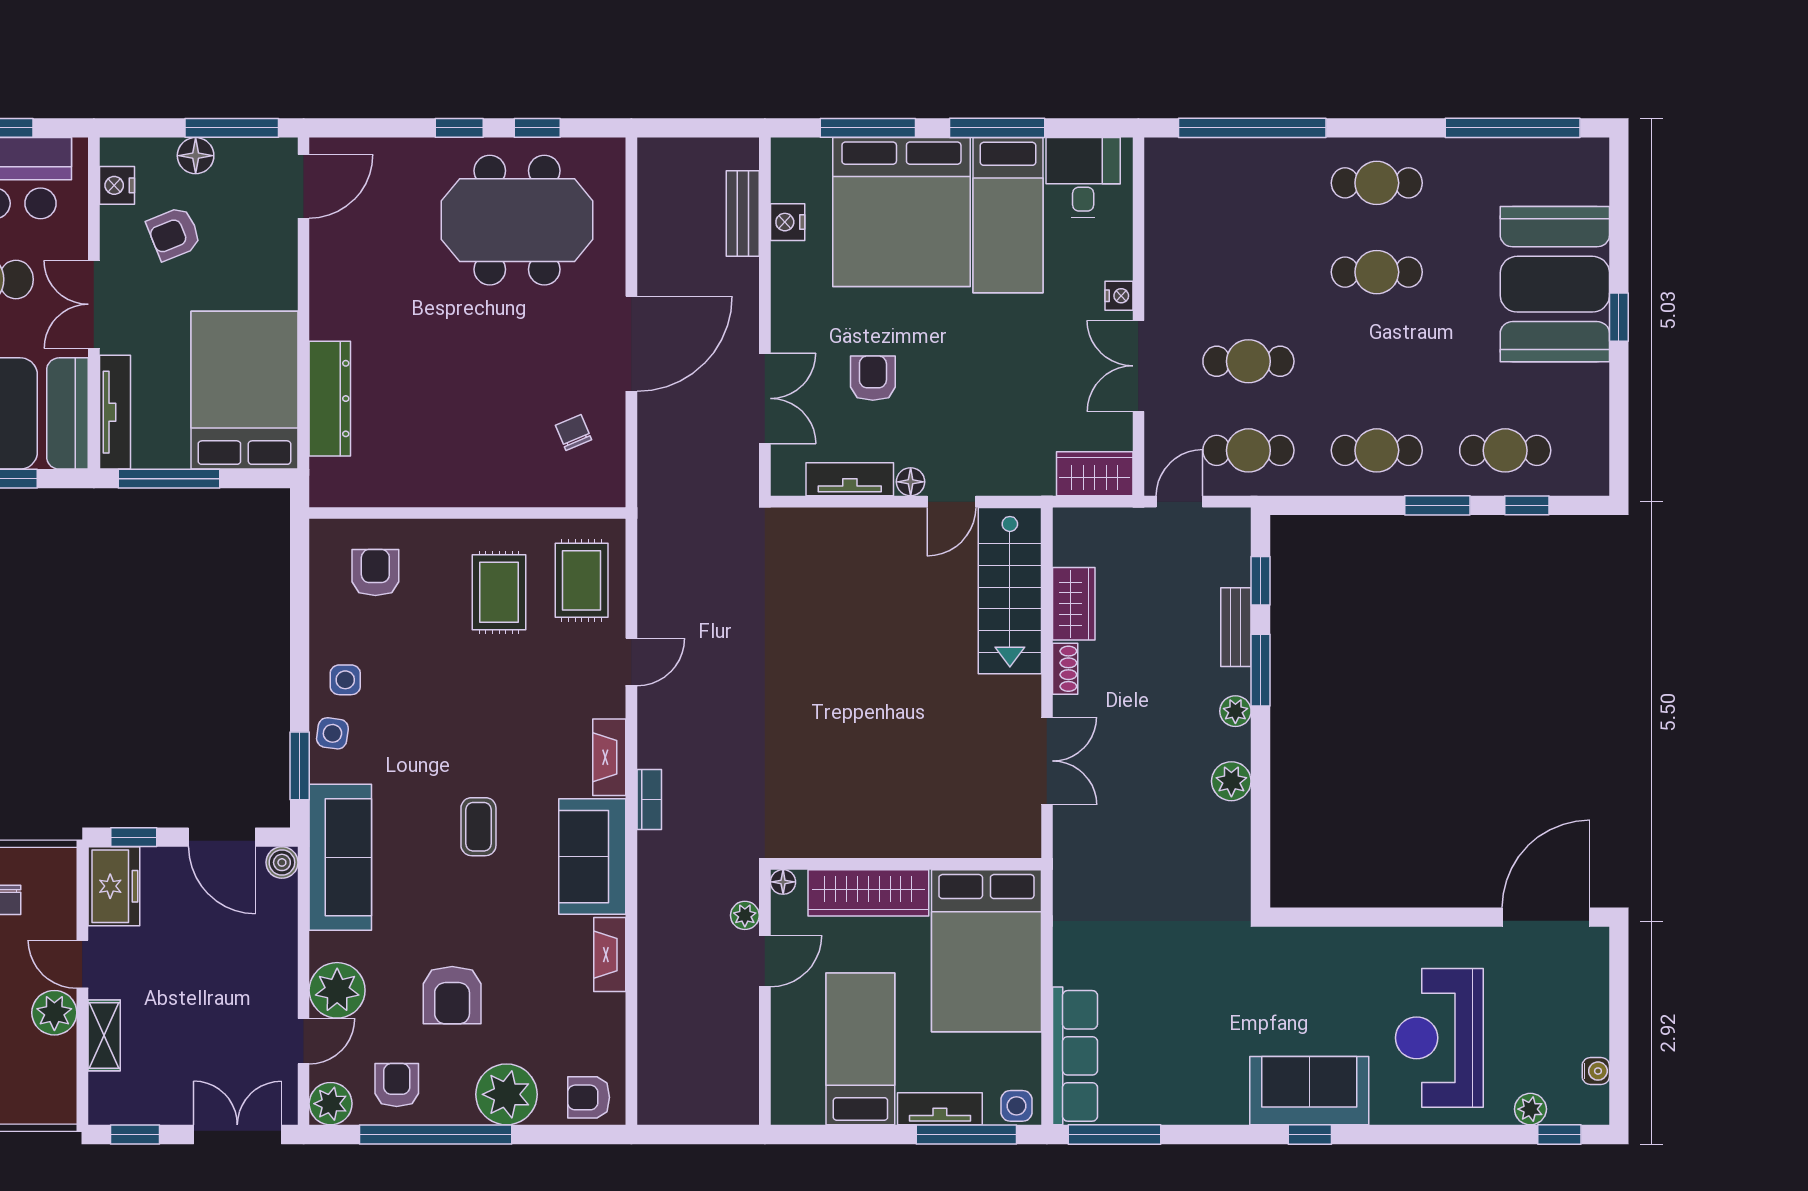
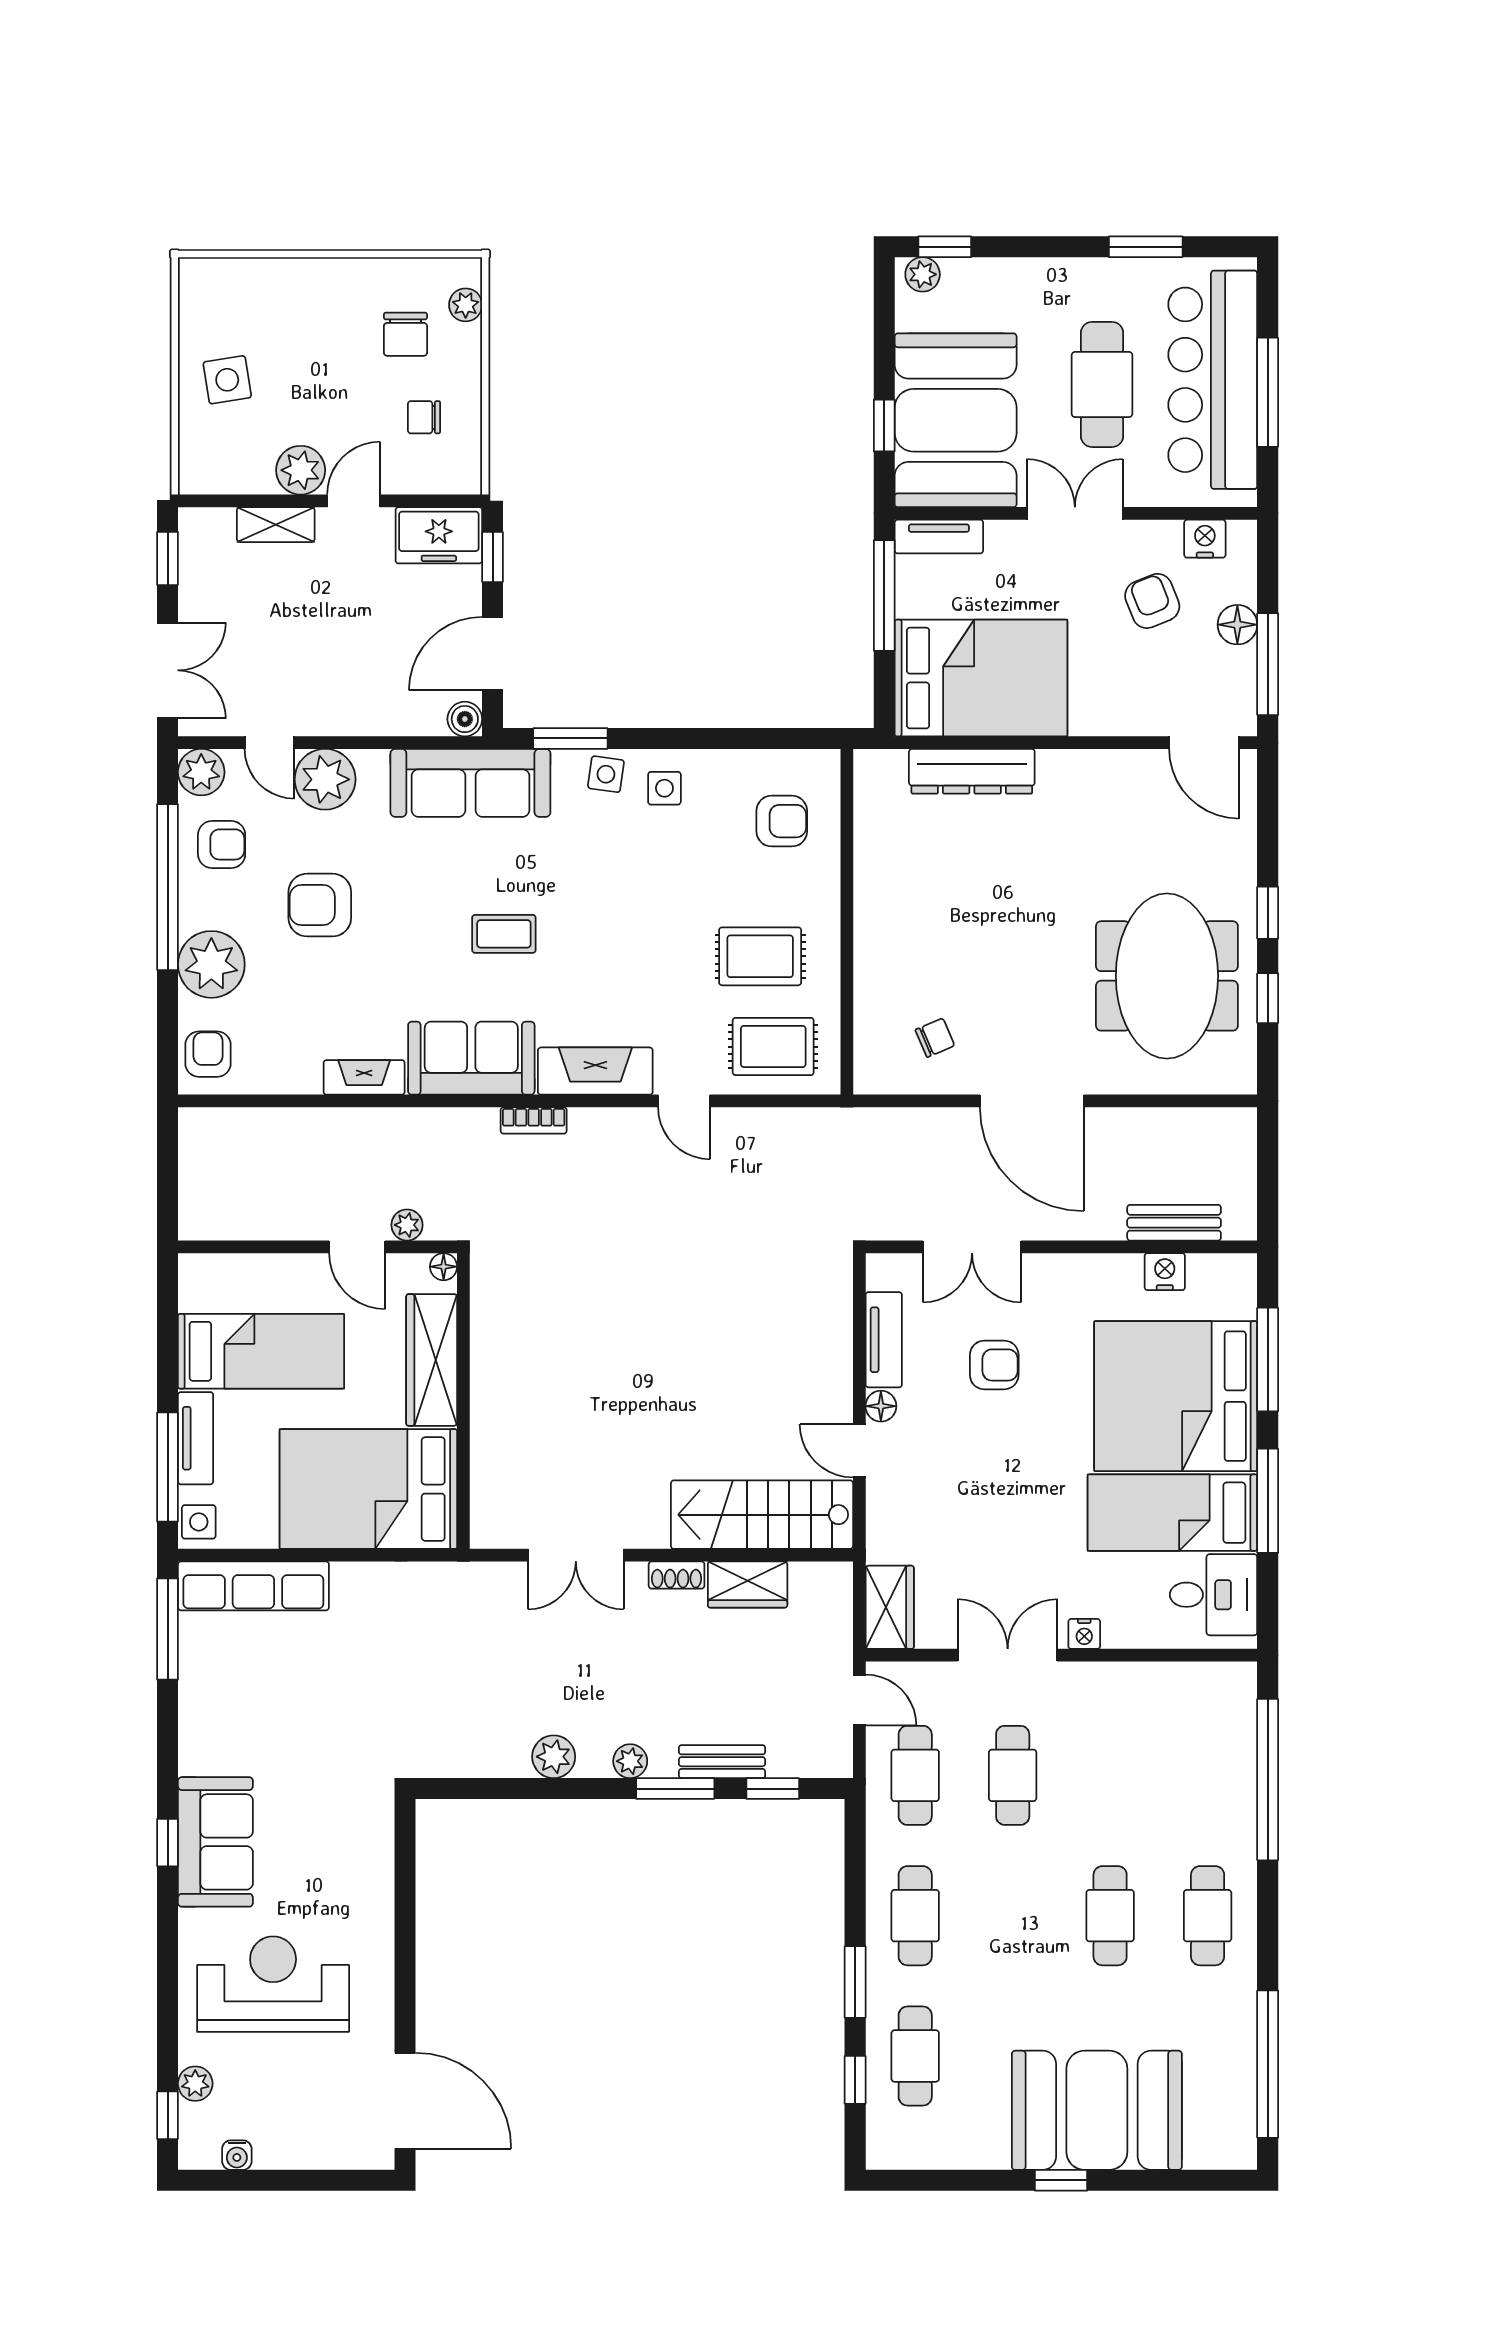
tv unit: (115, 412) -> (939, 537), width x0.71
fireplace: (609, 757) -> (595, 1071), width x1.37, depth x1.32

